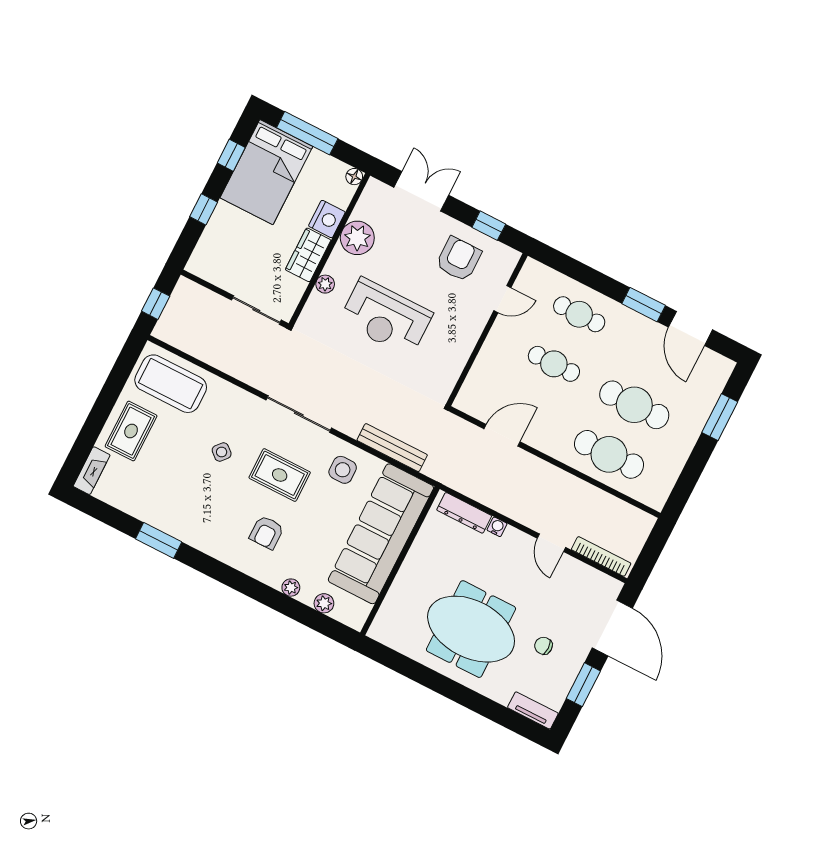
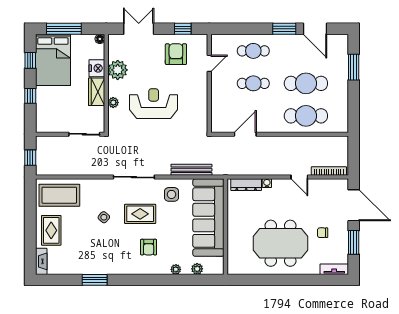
reception desk: (386, 317) -> (154, 104), turned 180

